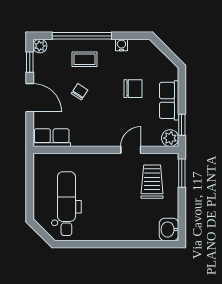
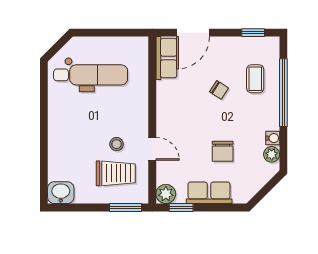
plant: (40, 46) -> (272, 154), moved
coffee table: (84, 59) -> (255, 79), moved
door: (30, 98) -> (193, 33), moved
stool: (127, 181) -> (117, 144), added

